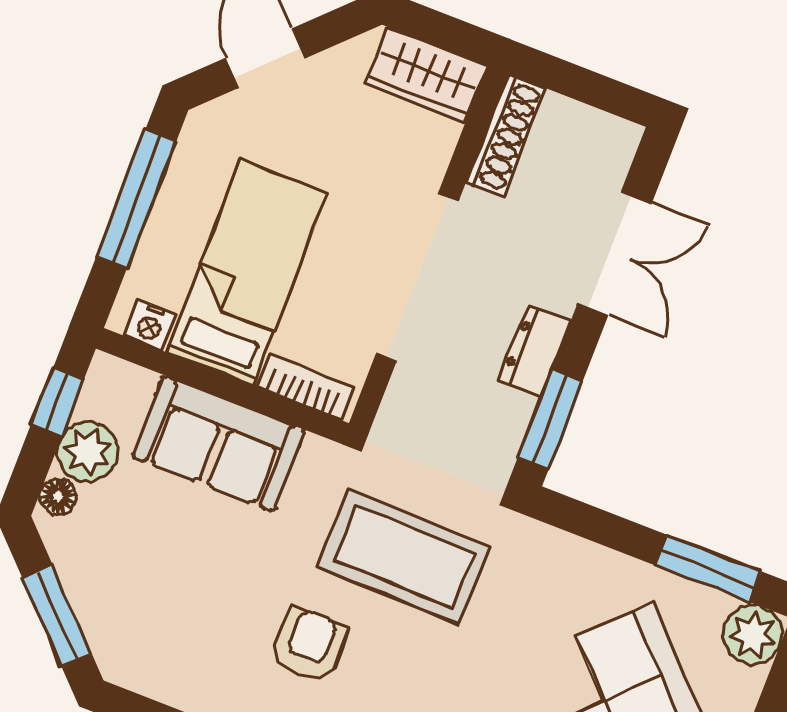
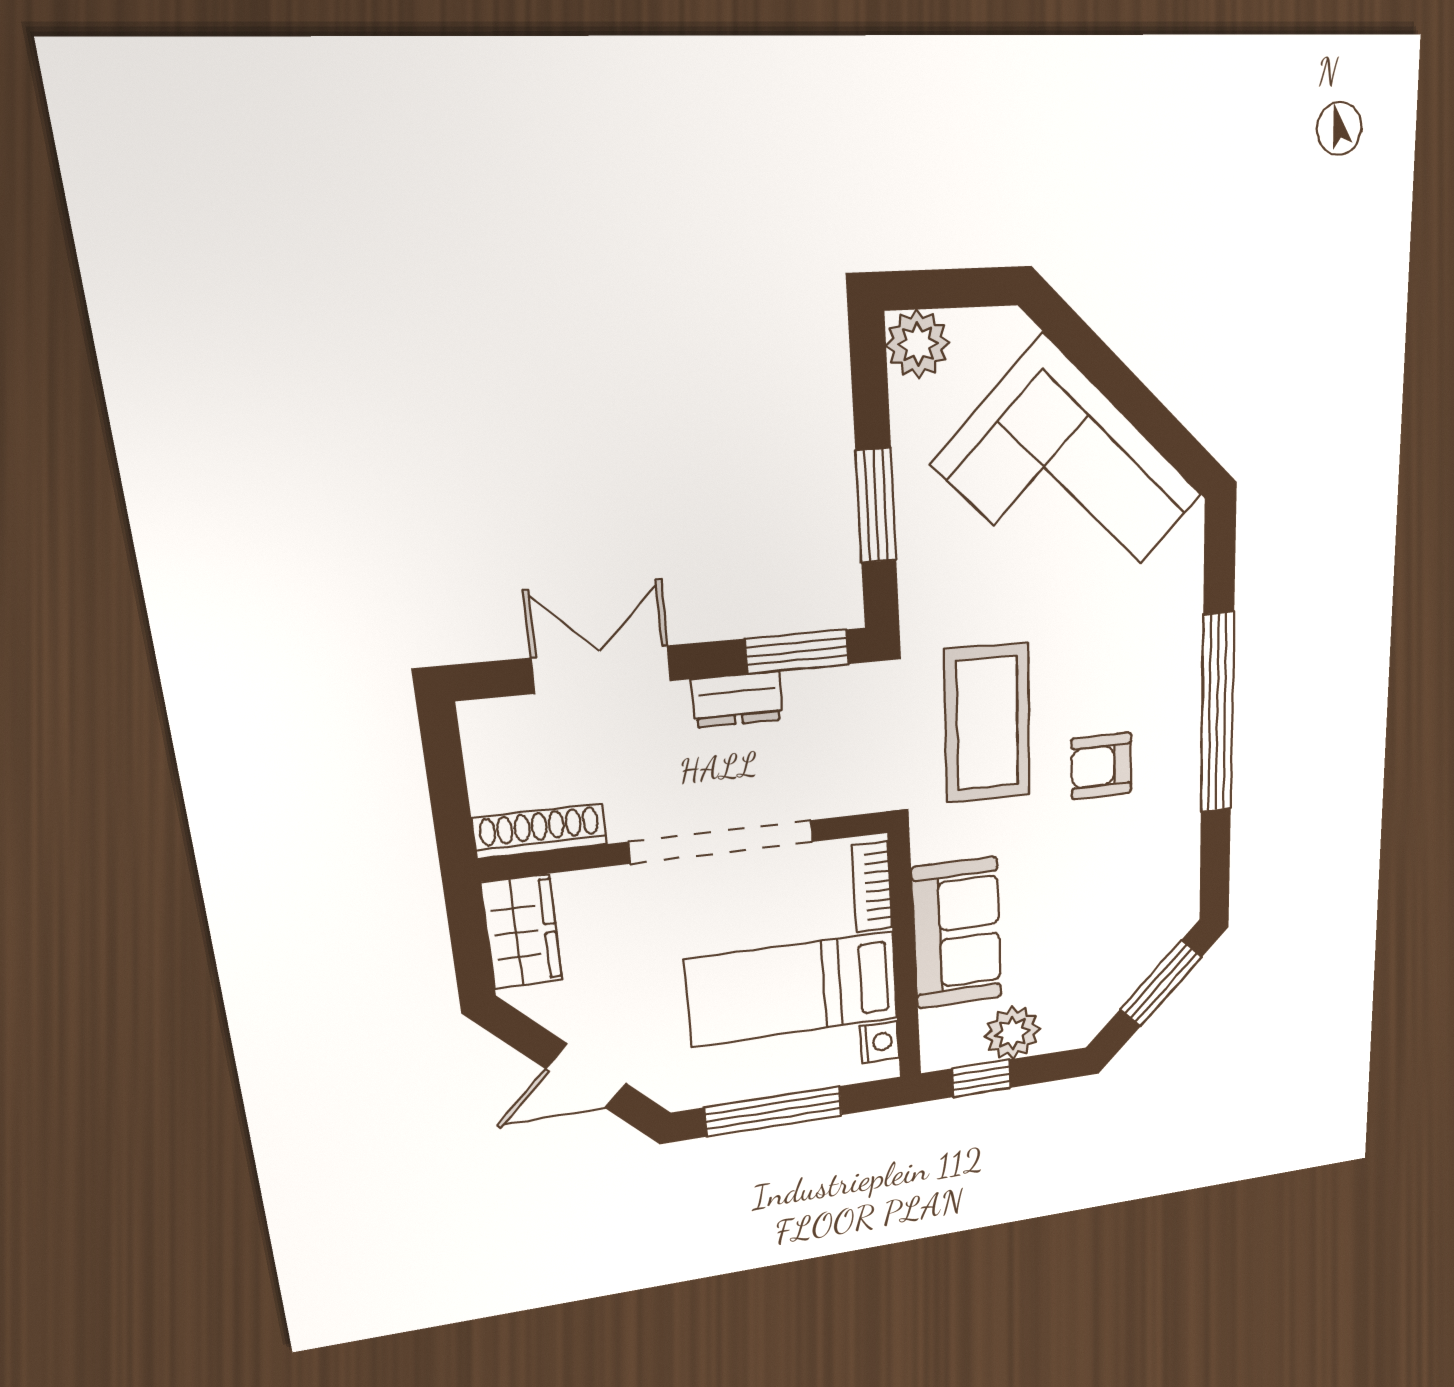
floor lamp: (58, 496) -> (1061, 1036), removed
window: (708, 568) -> (876, 506), moved

